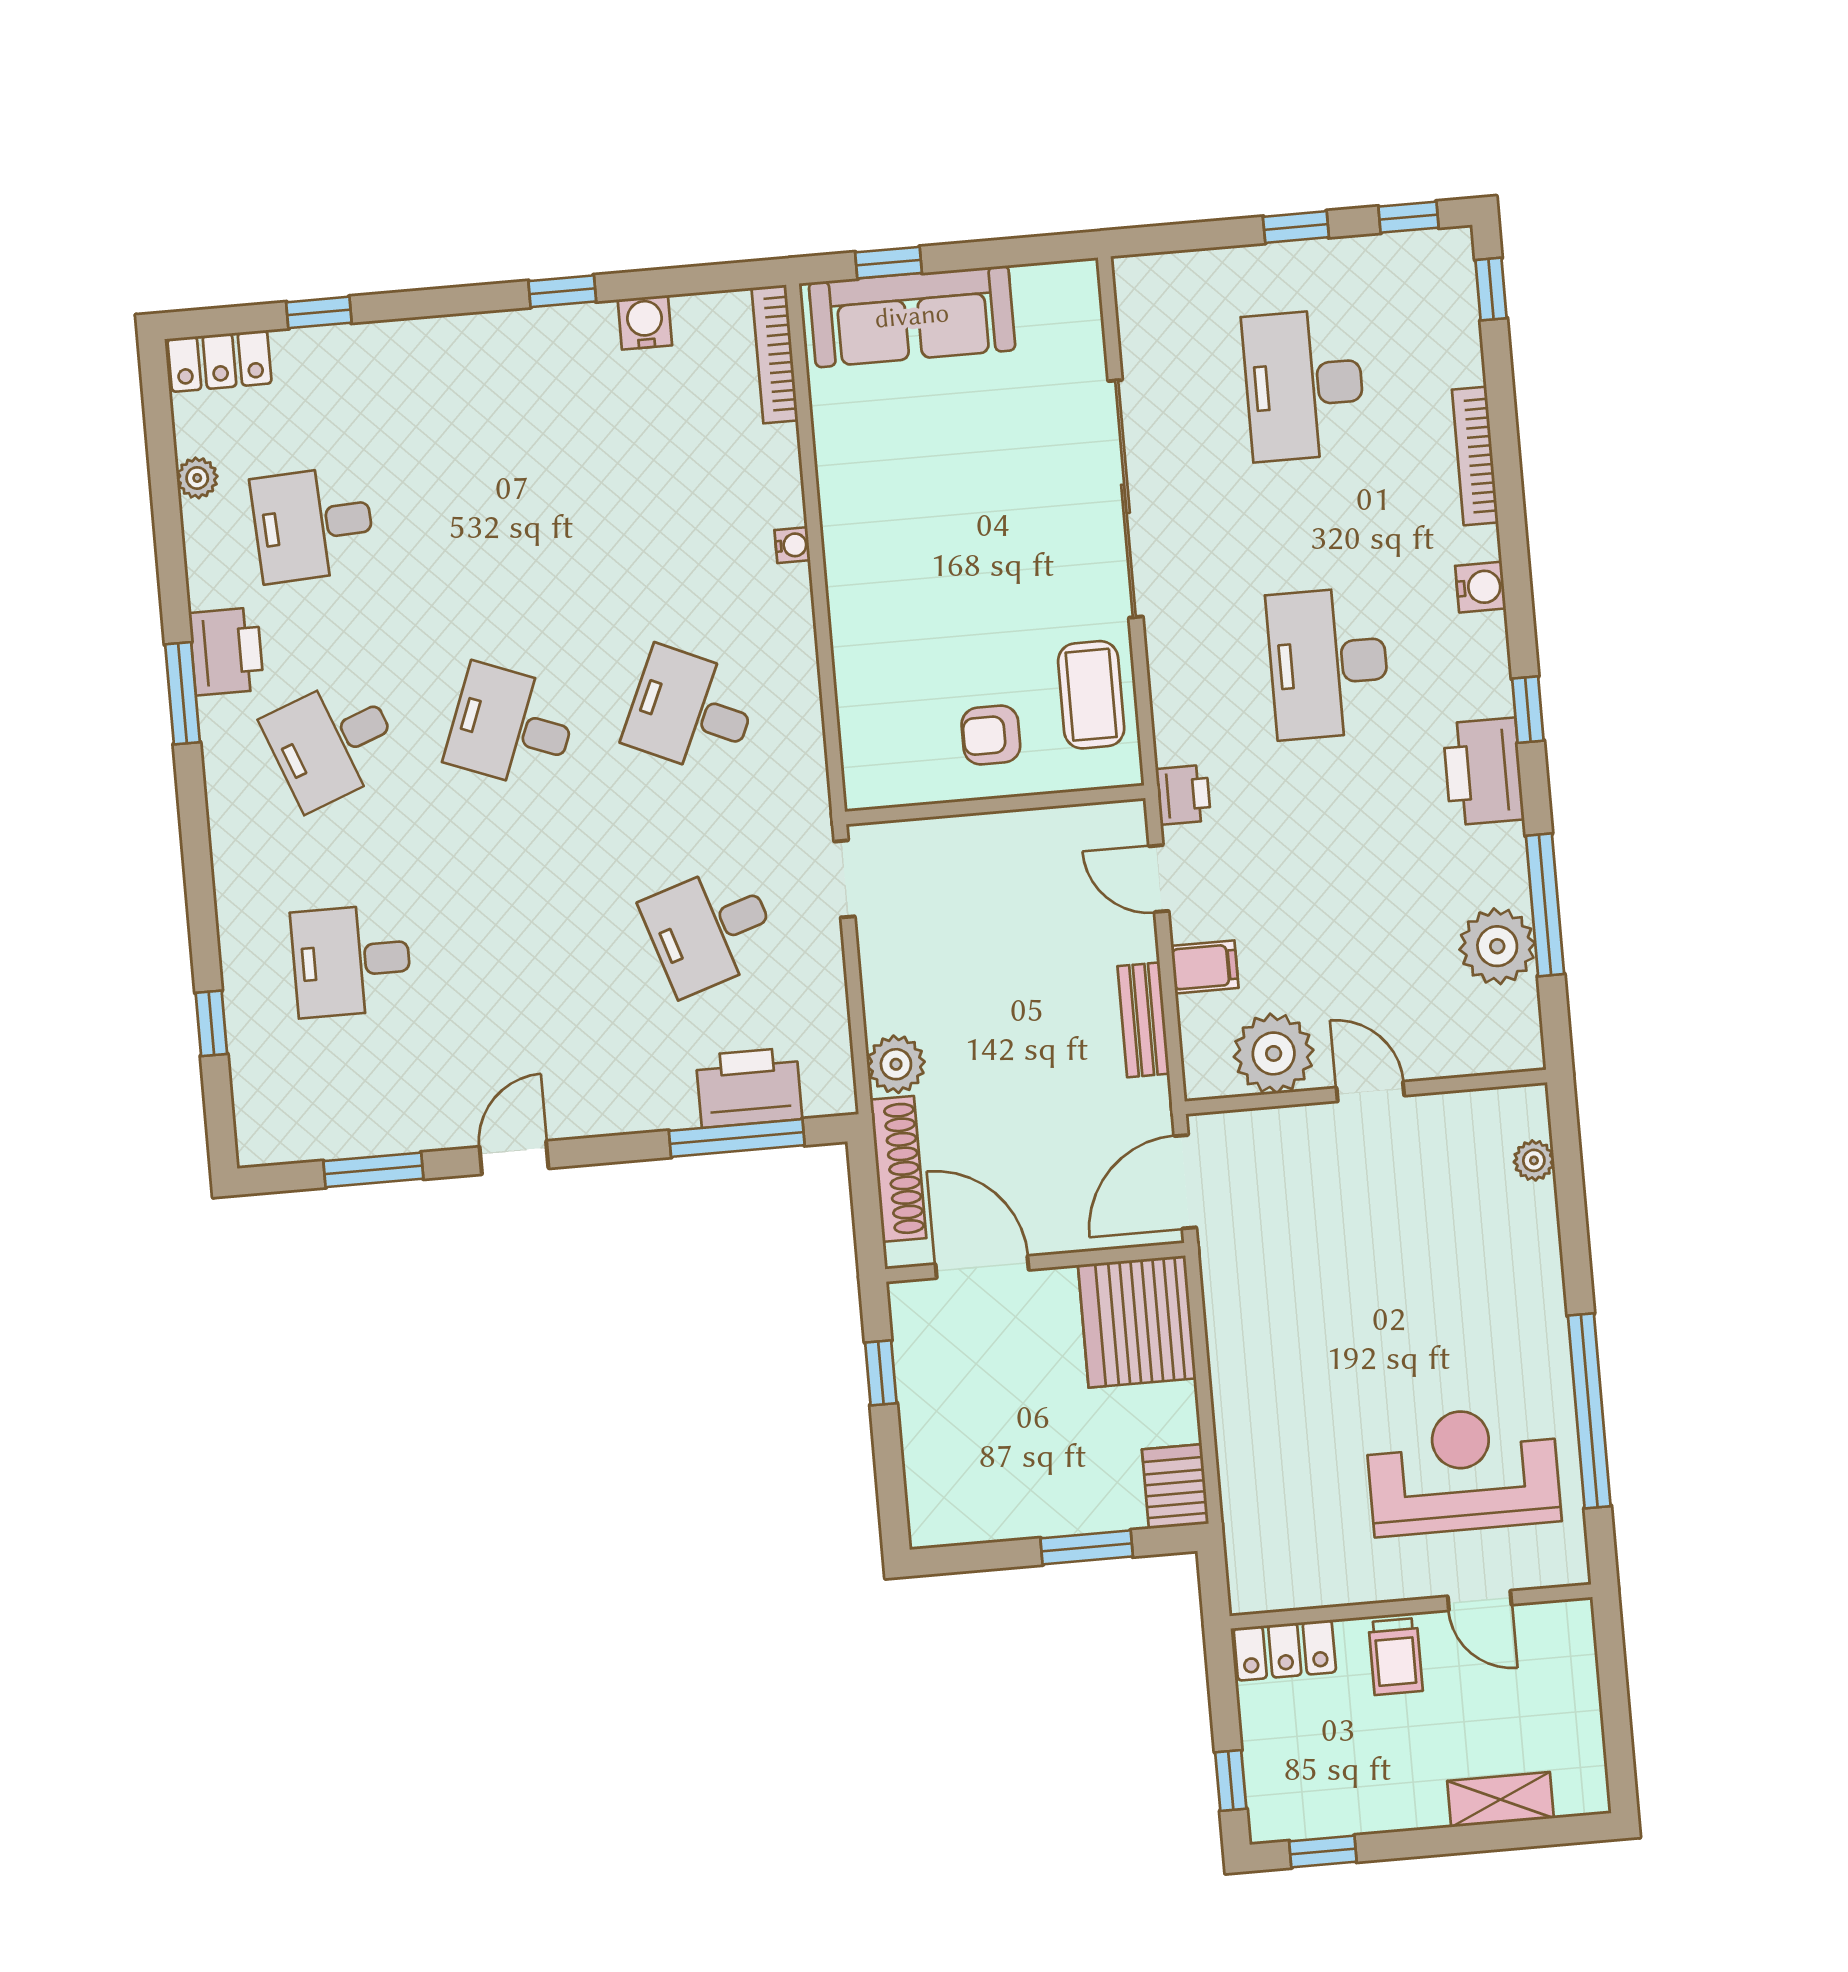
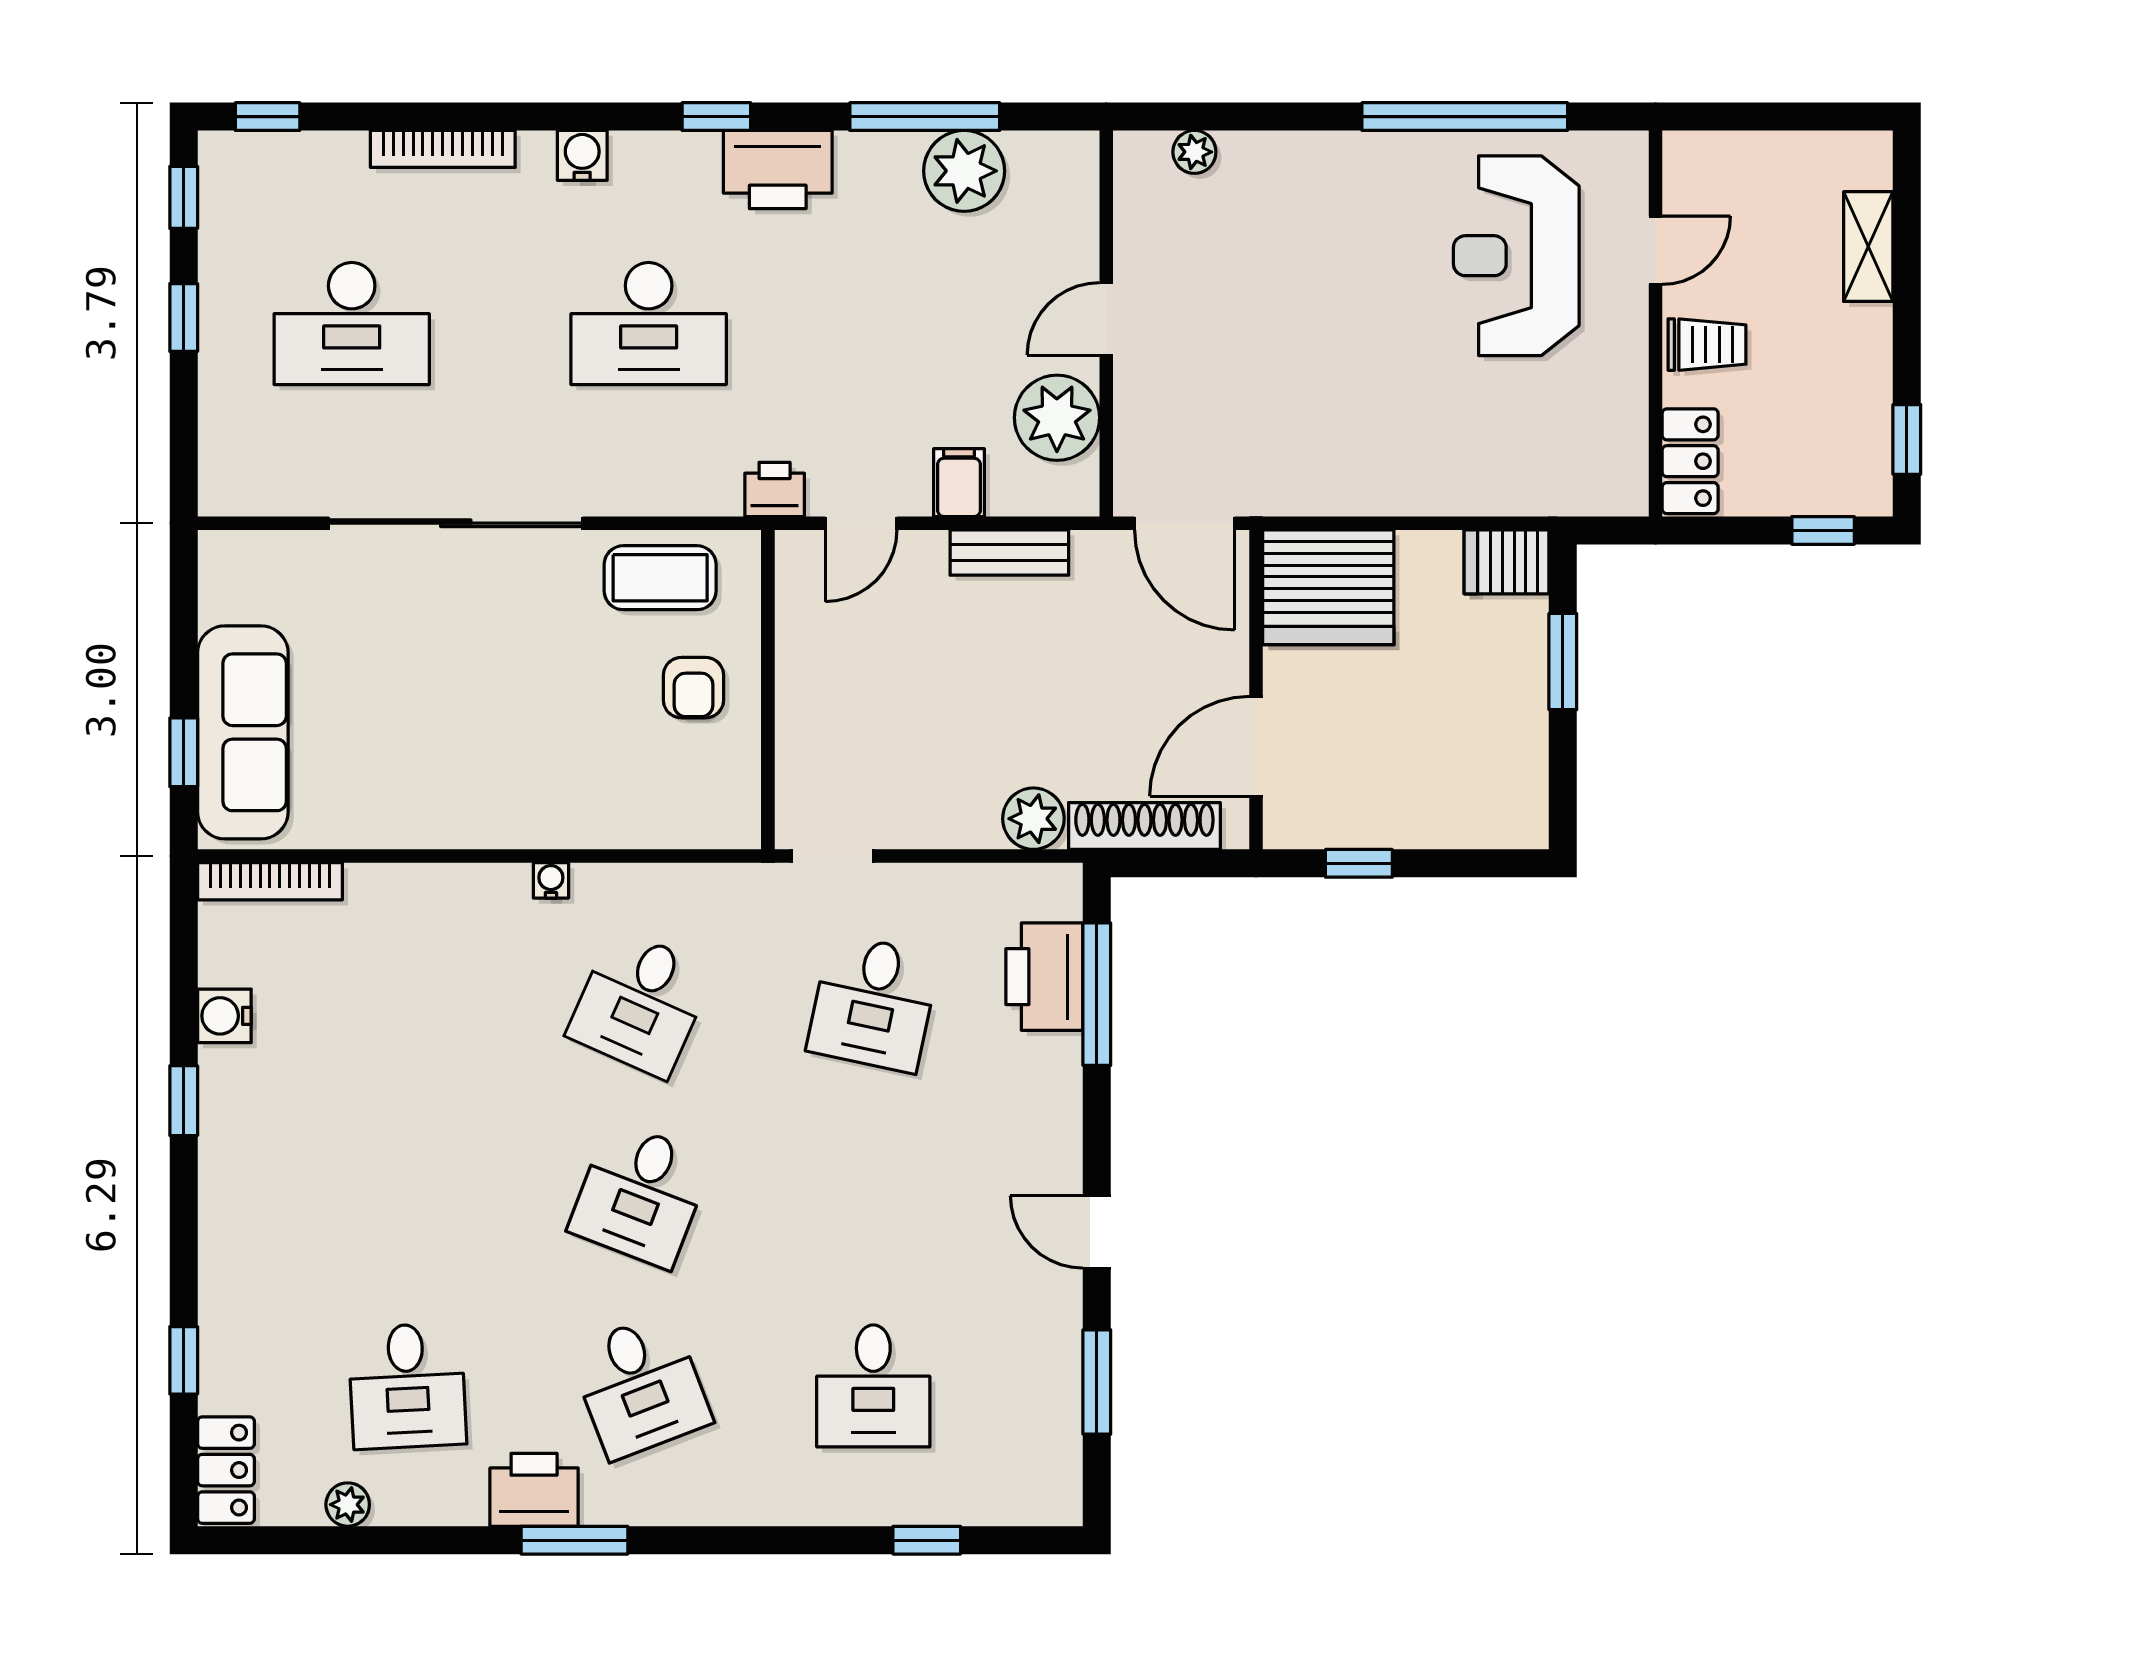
water cooler: (792, 545) -> (551, 880), moved
desk: (710, 929) -> (873, 1003), turned 30

